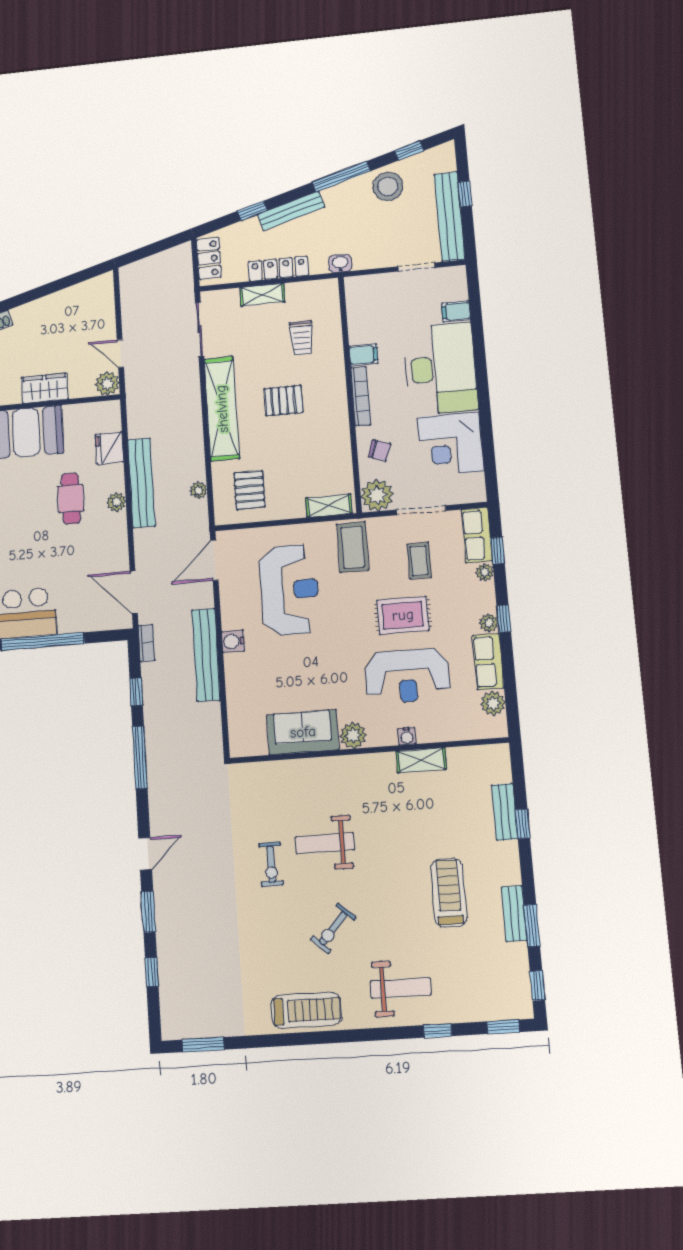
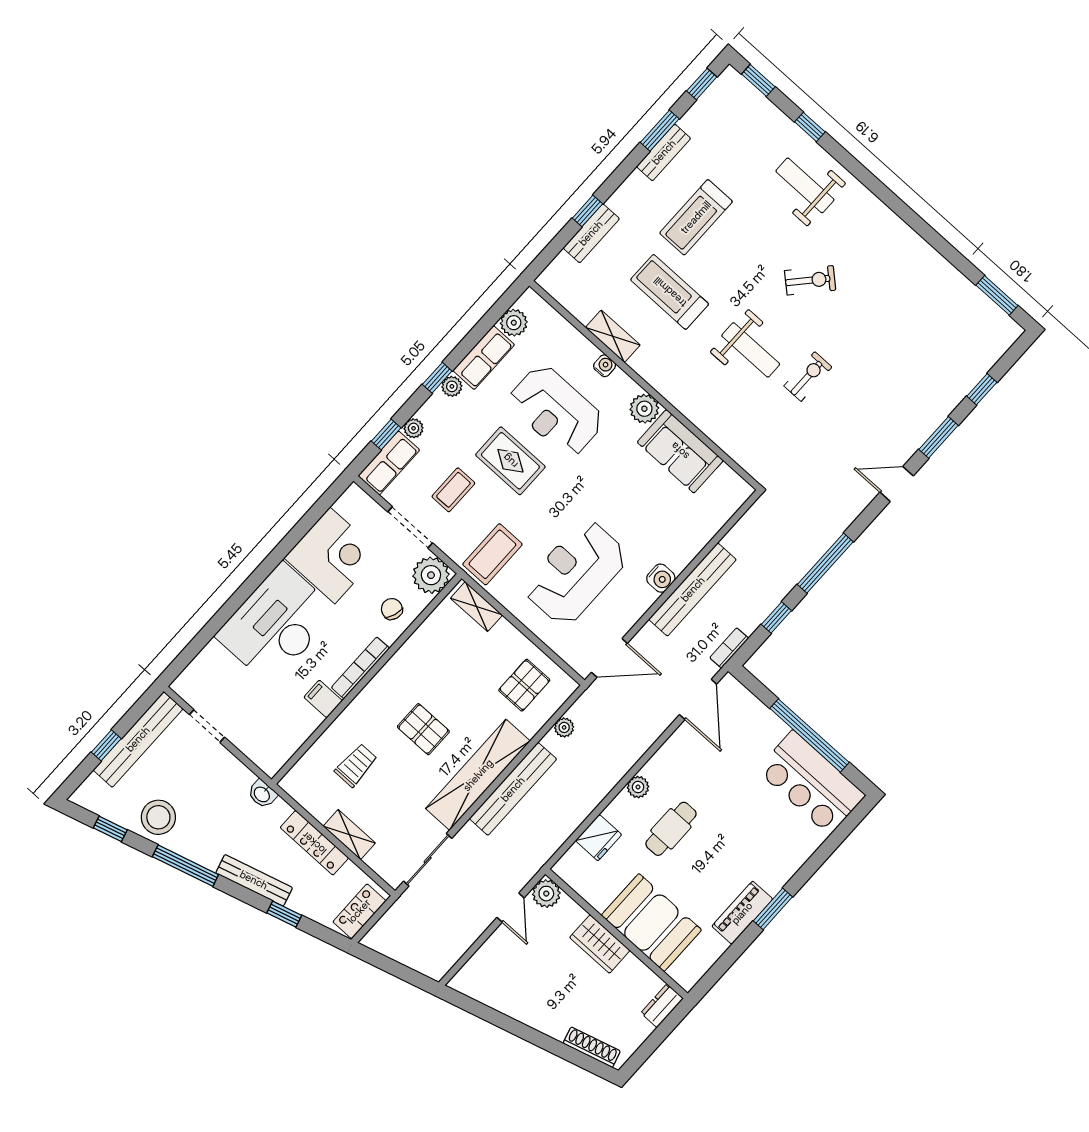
filing cabinet: (456, 311) -> (216, 657), removed
bench: (141, 483) -> (513, 789), moved
reception desk: (407, 676) -> (556, 411), turned 180
treadmill: (306, 1010) -> (670, 292), moved

